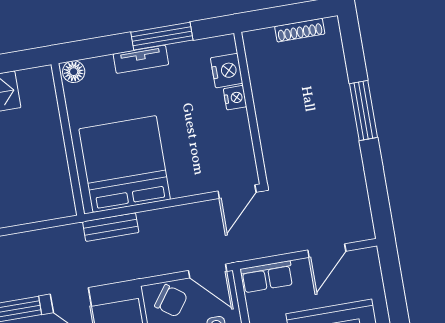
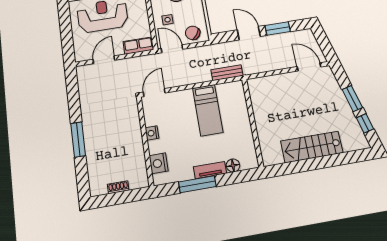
shoe rack: (300, 30) -> (118, 187), width x0.70
floor lamp: (74, 72) -> (233, 165), moved
nightstand: (235, 98) -> (152, 133), moved
bed: (125, 164) -> (208, 110), width x0.49

